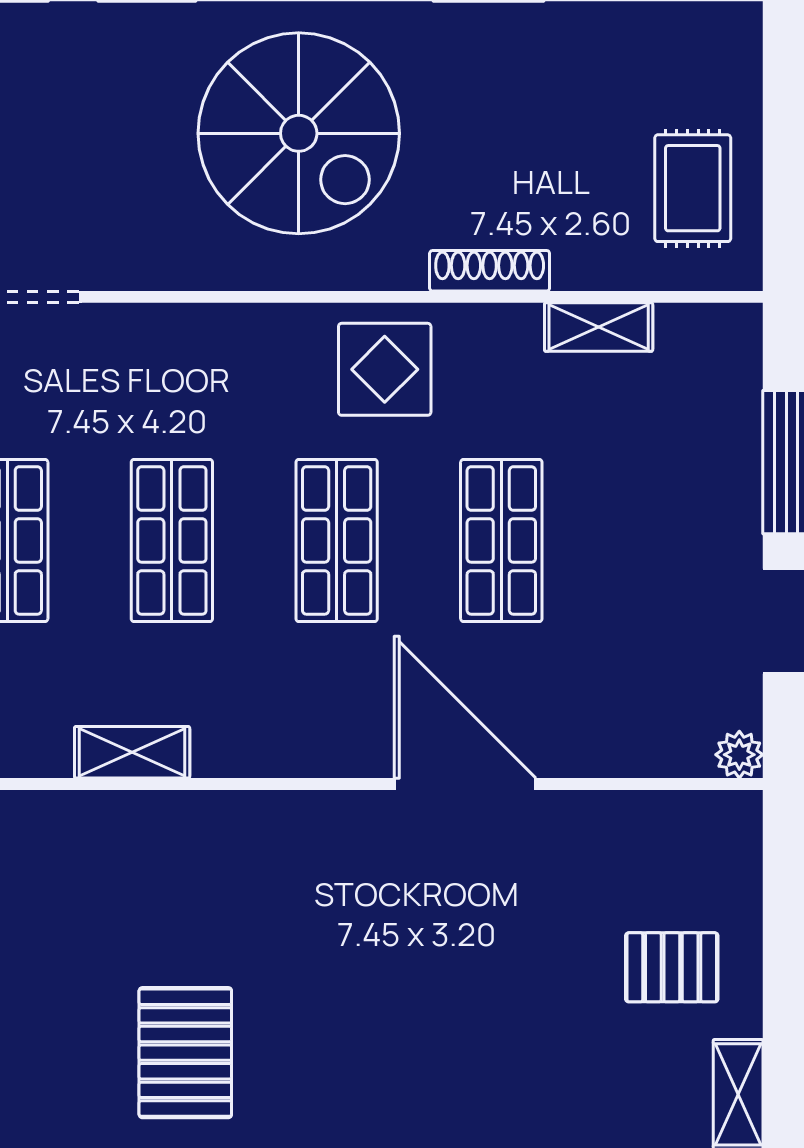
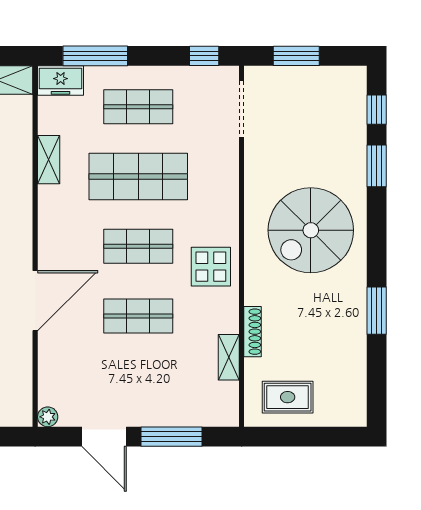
shoe rack: (490, 271) -> (253, 332), moved
shop shelf: (172, 540) -> (138, 176), width x1.43, depth x1.36

